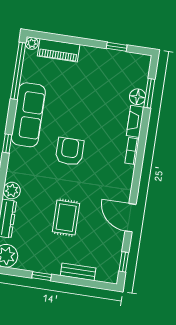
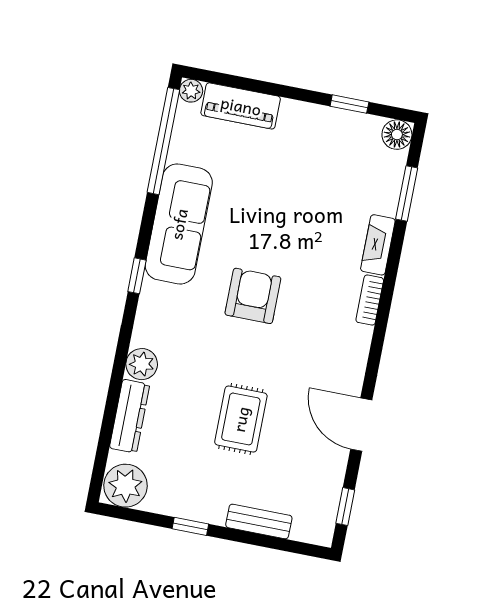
floor lamp: (138, 97) -> (397, 135), moved

